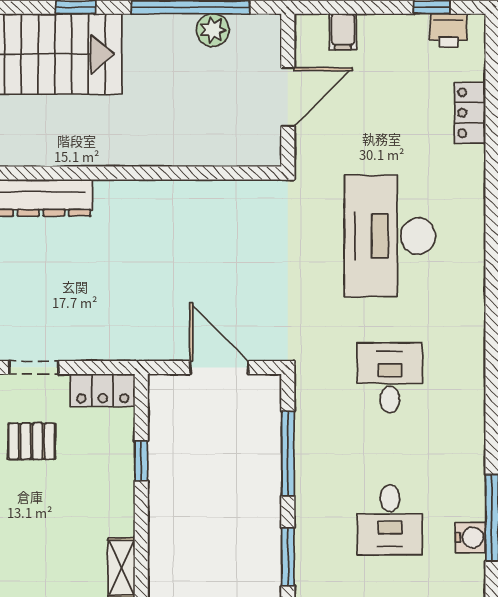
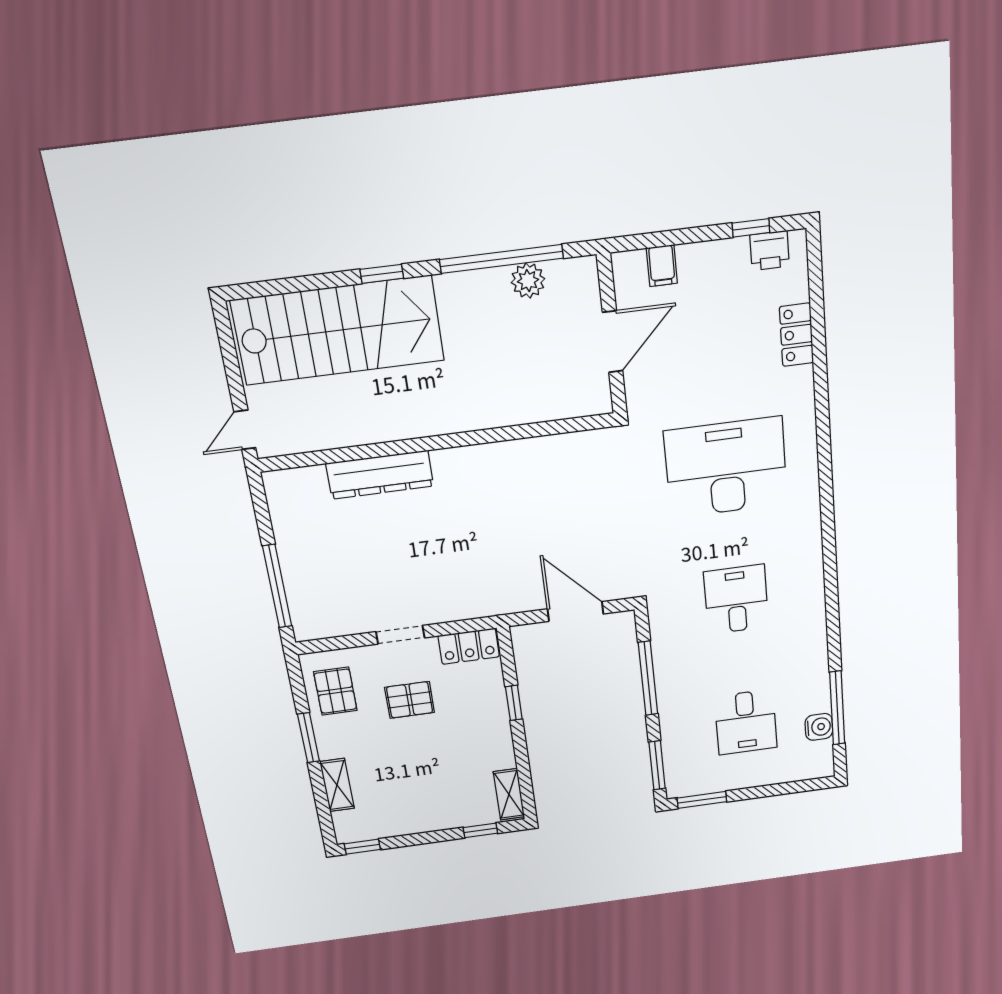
desk: (390, 236) -> (726, 468), turned 90

